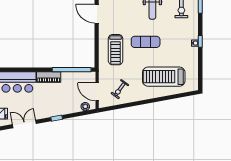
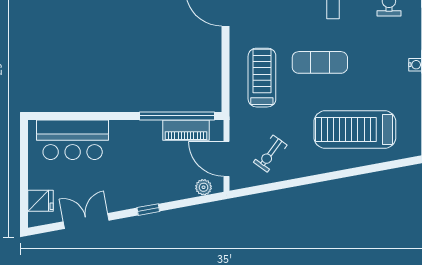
treadmill: (116, 50) -> (262, 78), turned 180
piano: (49, 77) -> (186, 130), moved

